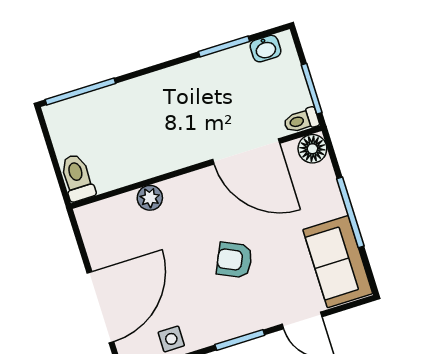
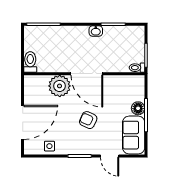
washbasin: (265, 49) -> (96, 31), moved
floor lamp: (312, 149) -> (138, 108), moved
door: (246, 151) -> (87, 74), moved
plant: (150, 198) -> (60, 86), width x1.88, depth x1.88

